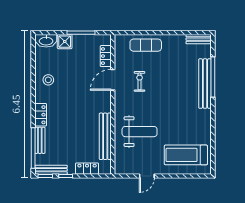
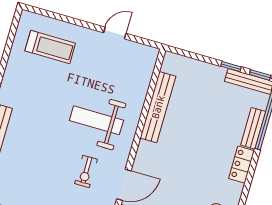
weight bench: (140, 132) -> (96, 120), moved
treadmill: (186, 155) -> (50, 47), width x0.73, depth x0.73
locker: (87, 169) -> (197, 68), removed

